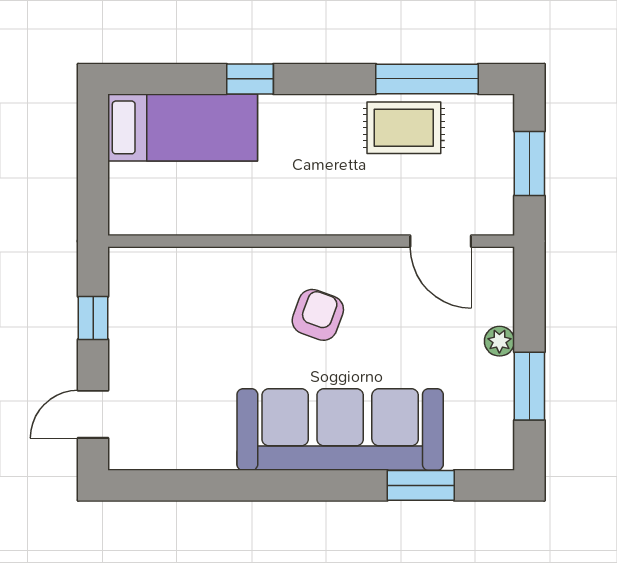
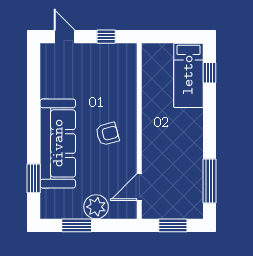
window: (250, 79) -> (209, 73), moved
rug: (404, 128) -> (188, 171), removed
armchair: (318, 315) -> (107, 134), turned -35
plant: (499, 341) -> (96, 207), width x1.88, depth x1.88

